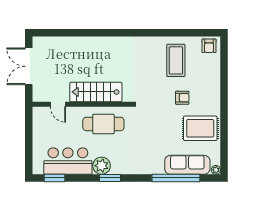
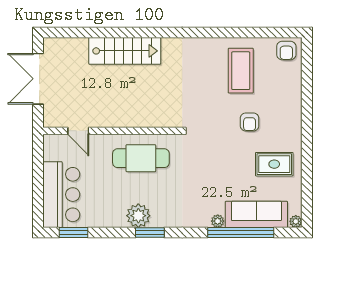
stairs: (96, 92) -> (125, 51), moved, turned 180
armchair: (182, 98) -> (250, 122), turned 90
rug: (200, 128) -> (274, 164), width x0.73, depth x0.70
bar counter: (68, 161) -> (61, 195), moved, turned 90
plant: (159, 170) -> (218, 221), added

